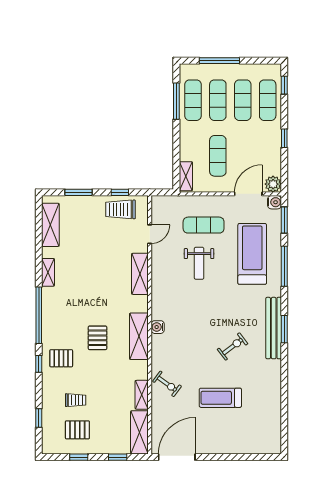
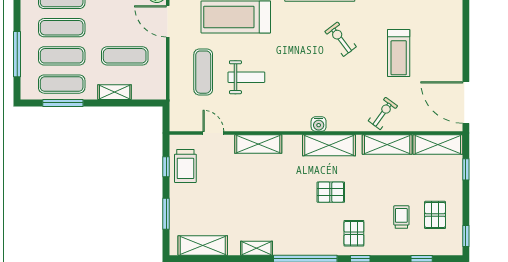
shelving: (186, 176) -> (115, 92), moved
shelving: (142, 395) -> (387, 145), width x1.50, depth x1.33
window: (79, 457) -> (466, 236), moved

